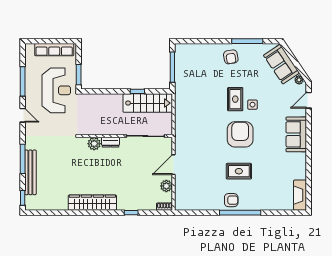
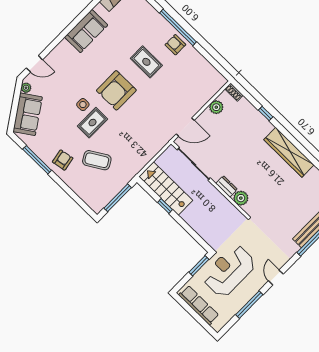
coffee table: (209, 78) -> (97, 160), added
sofa: (296, 134) -> (86, 31), moved
door: (174, 165) -> (185, 127), moved

